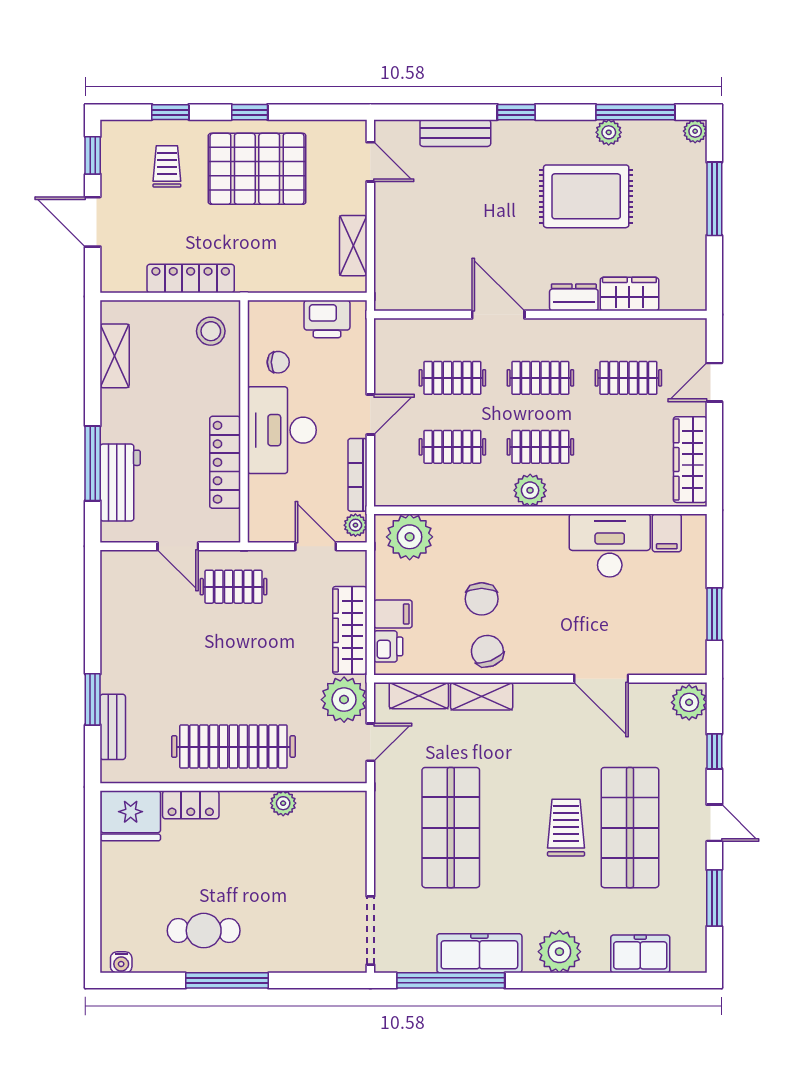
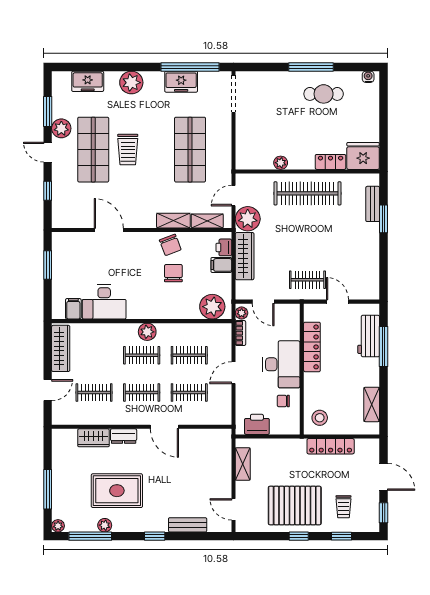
bookcase: (357, 475) -> (240, 333), width x0.64
plant: (689, 702) -> (61, 128), moved
freezer: (479, 953) -> (181, 82), width x0.71

